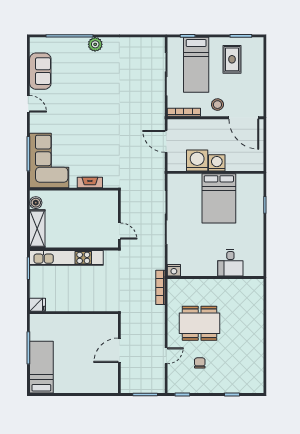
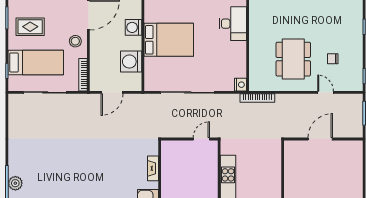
plant: (95, 44) -> (15, 183), moved
washing machine: (217, 163) -> (133, 27), moved
desk: (230, 263) -> (233, 24), width x1.37
door: (119, 350) -> (320, 139), swing flipped

